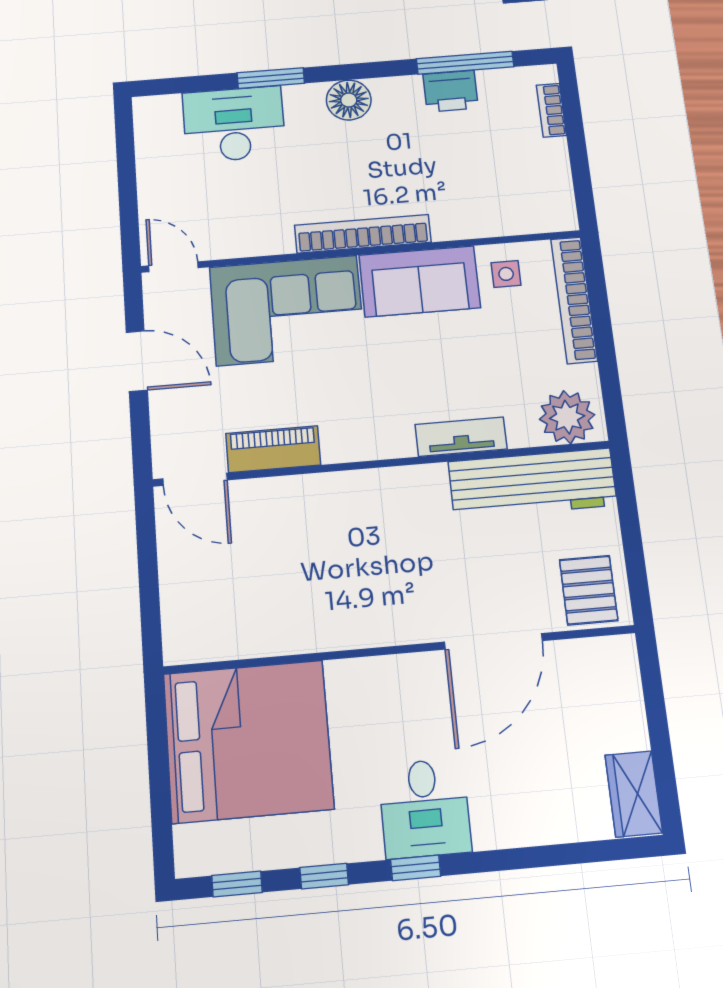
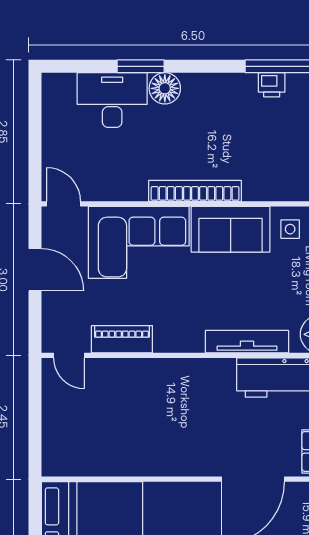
printer: (451, 91) -> (272, 85), width x0.73, depth x0.81
floor lamp: (349, 100) -> (165, 88), moved
tv unit: (461, 437) -> (247, 342), width x1.41
door: (195, 479) -> (69, 355), width x0.73

